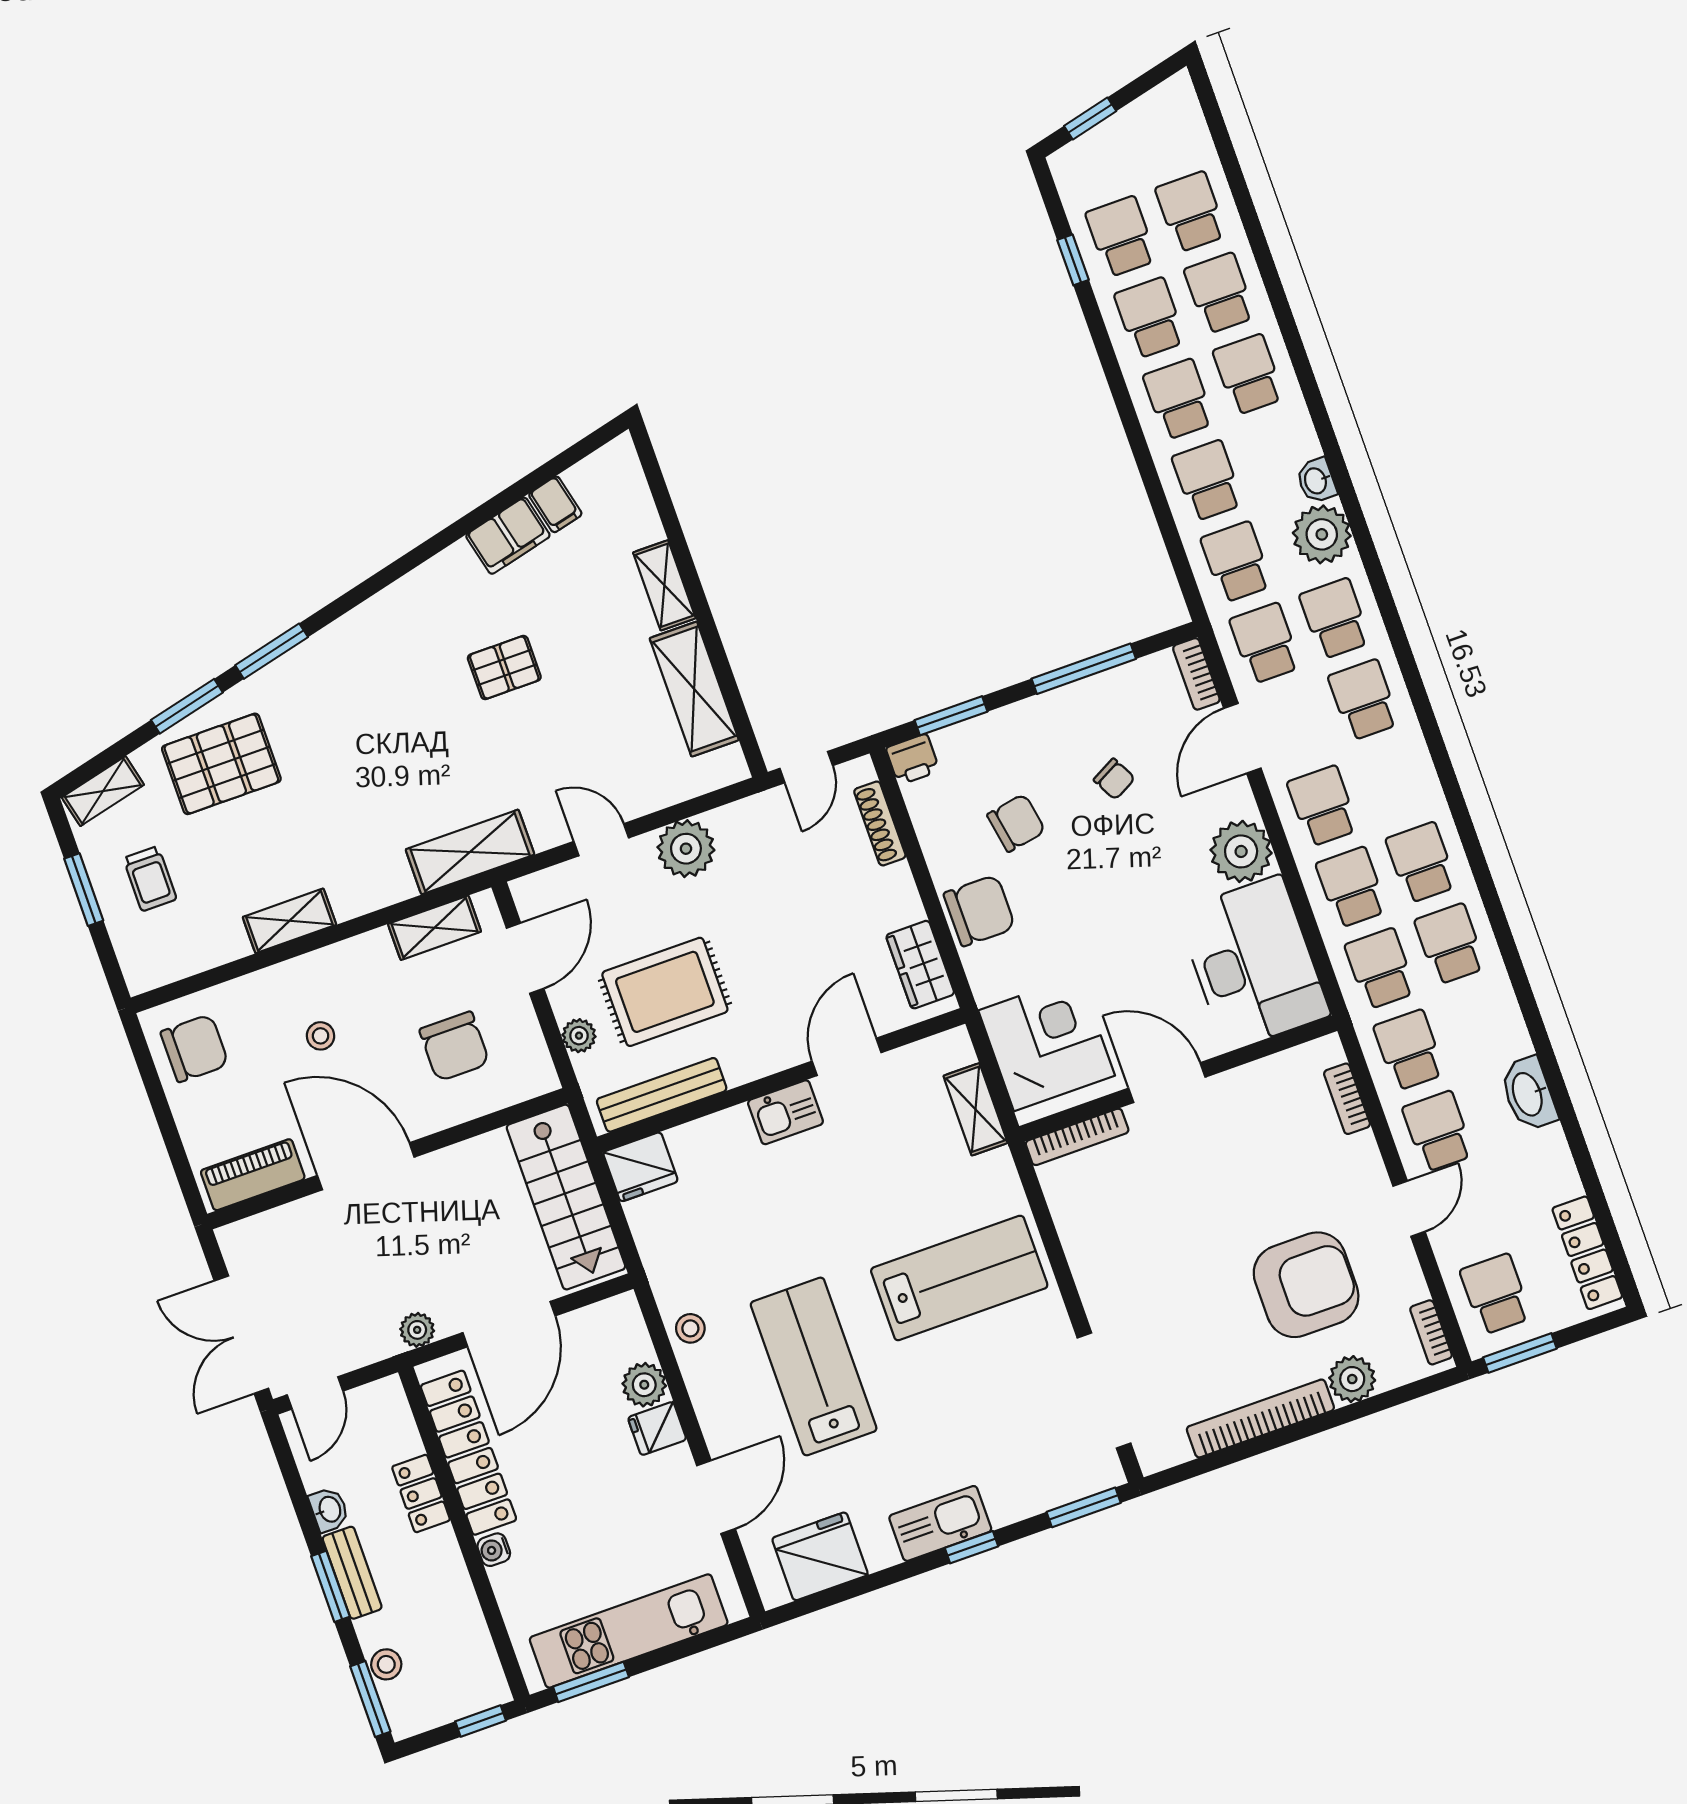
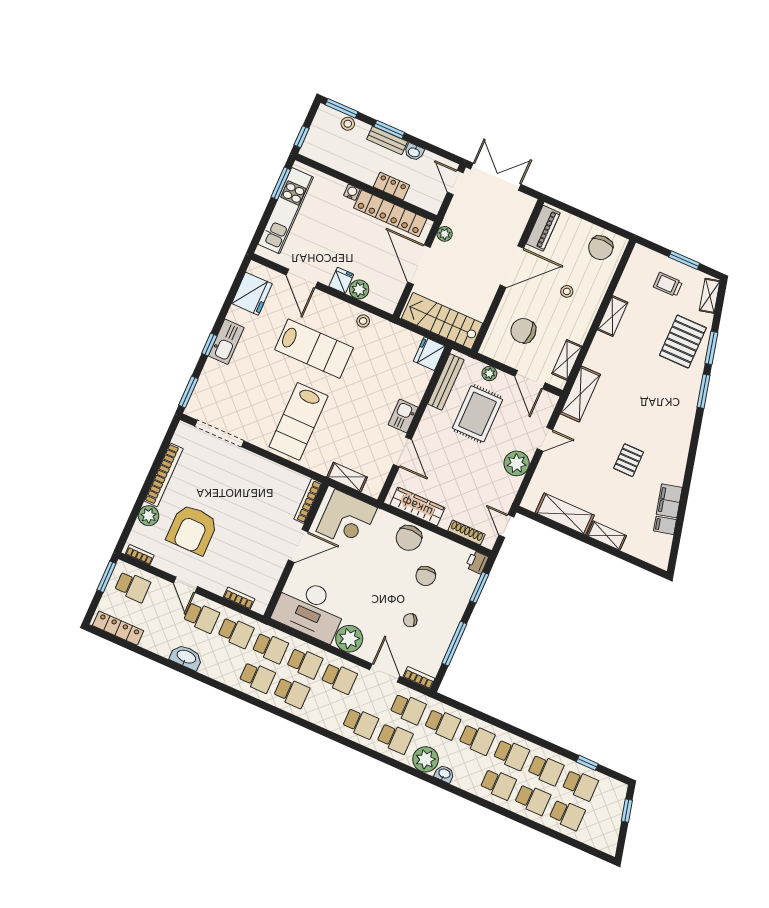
wardrobe: (920, 965) -> (417, 506), width x1.50

